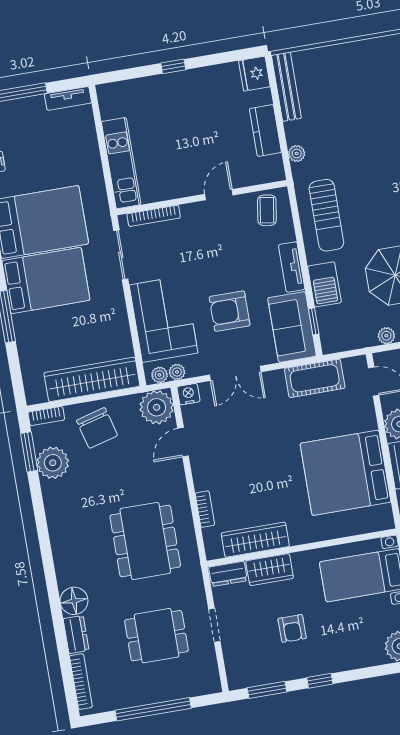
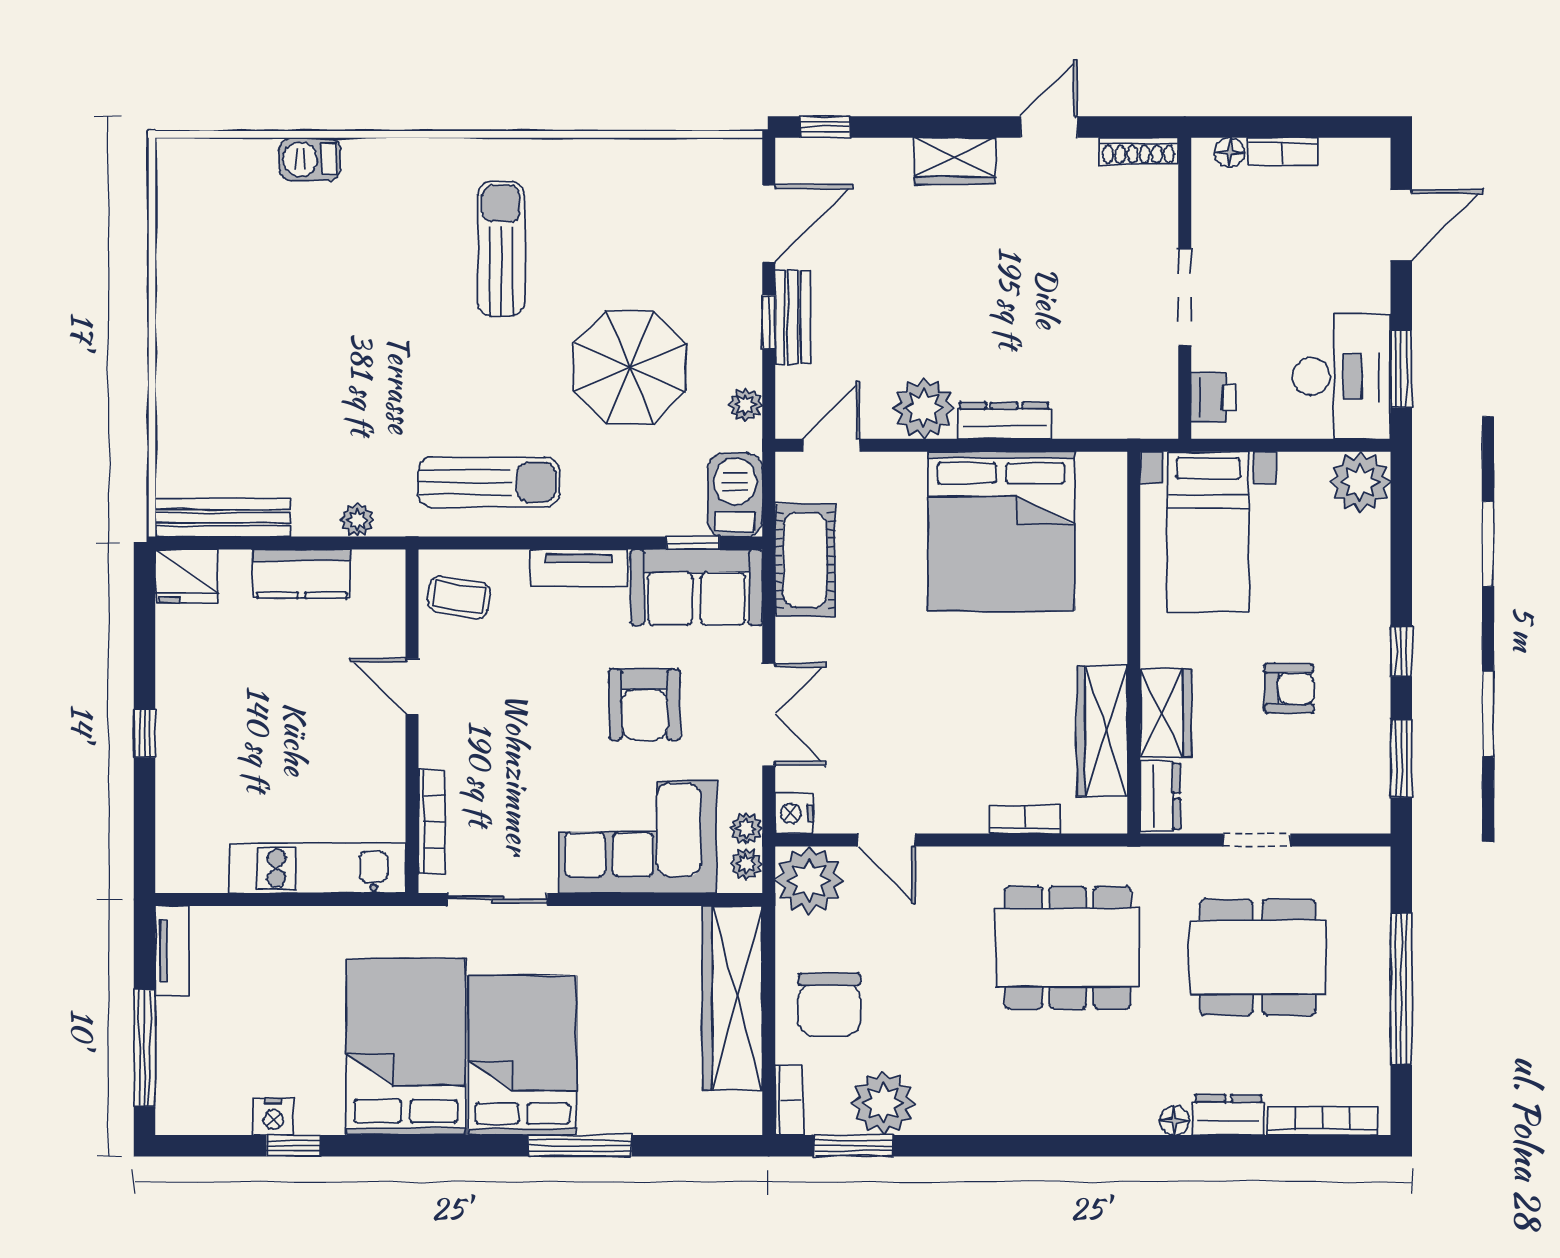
barbecue: (324, 284) -> (735, 495), moved, turned -90
chair: (97, 428) -> (830, 1004), turned 105
floor lamp: (74, 601) -> (1174, 1121), width x0.53, depth x0.53
dining table: (156, 636) -> (1258, 957), width x1.38

